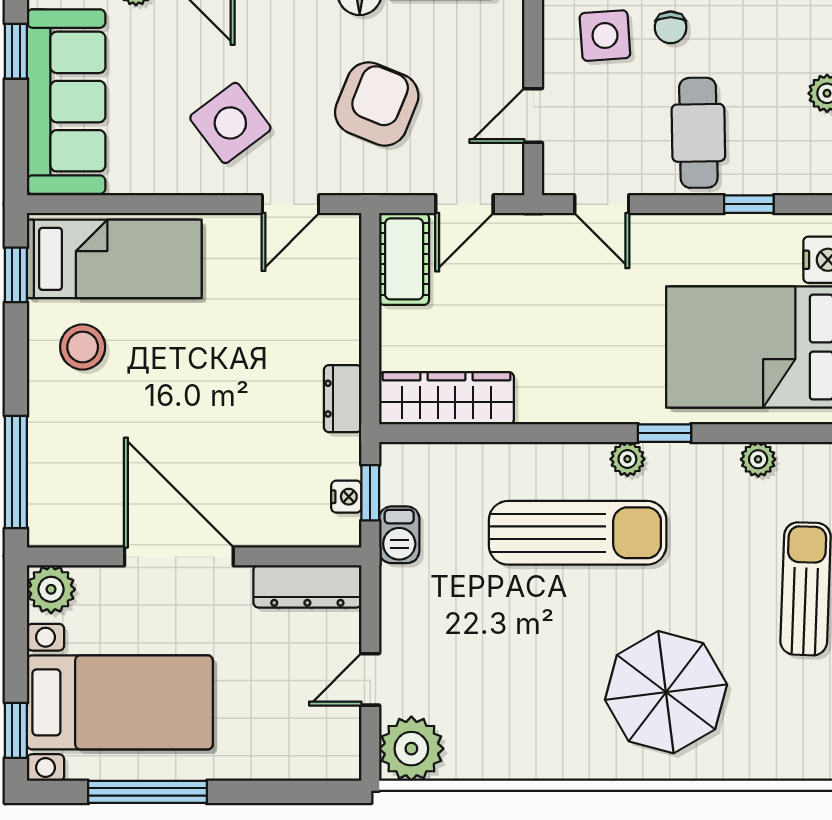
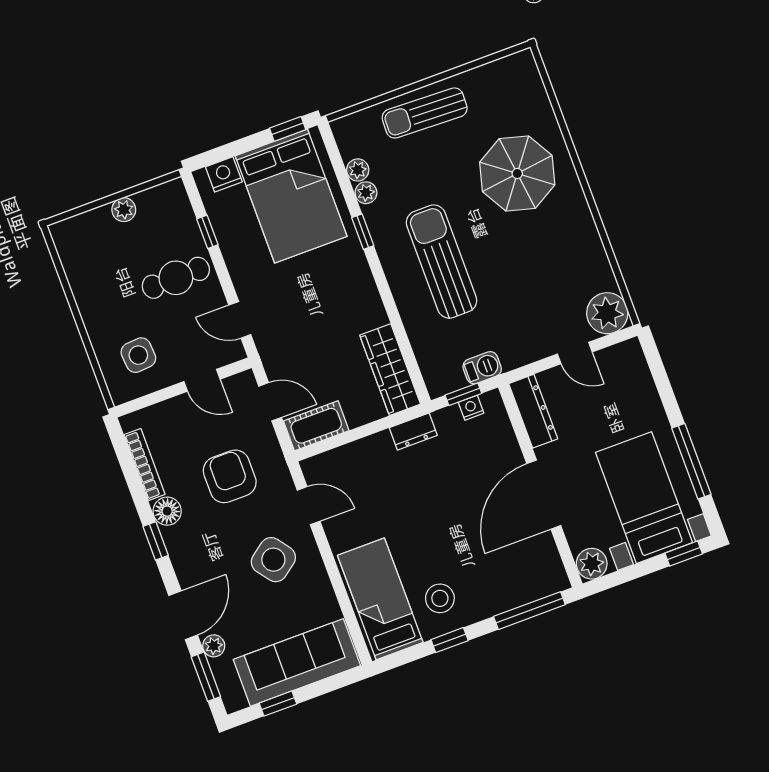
chair: (671, 27) -> (119, 318), removed
armchair: (377, 104) -> (230, 476), turned 68
door: (602, 204) -> (240, 320), swing flipped
window: (16, 275) -> (450, 640), moved
plant: (627, 459) -> (366, 193), moved

